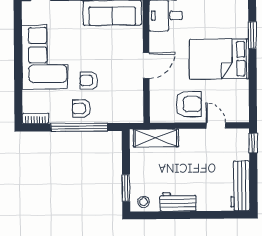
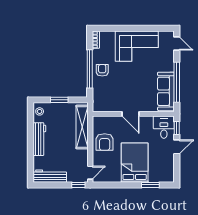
armchair: (89, 80) -> (121, 75), removed
door: (216, 125) -> (90, 173), moved
shelving: (156, 138) -> (82, 127), width x1.47
window: (126, 188) -> (59, 100), moved
workbench: (178, 202) -> (39, 139), width x1.37

